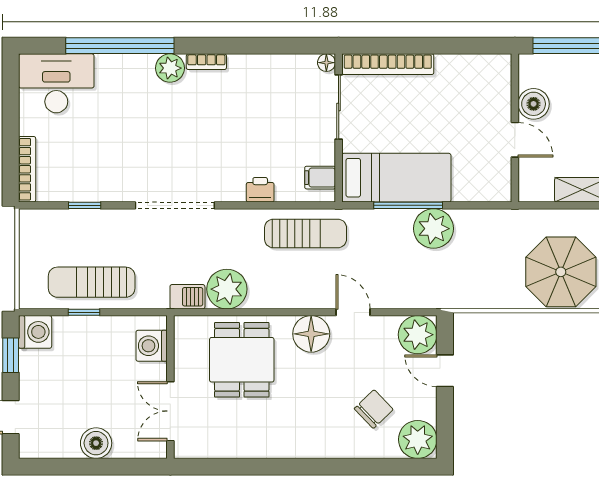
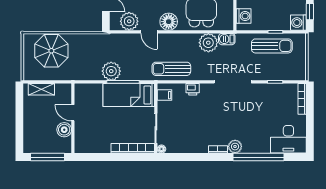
plant: (418, 335) -> (129, 21), moved

